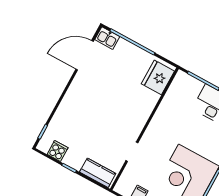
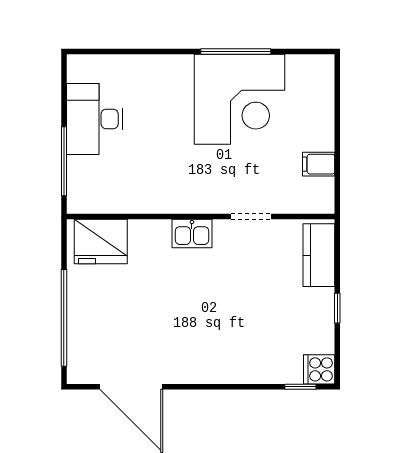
kitchen sink: (107, 38) -> (192, 234), moved, turned 90
cooker: (58, 151) -> (319, 369), moved

